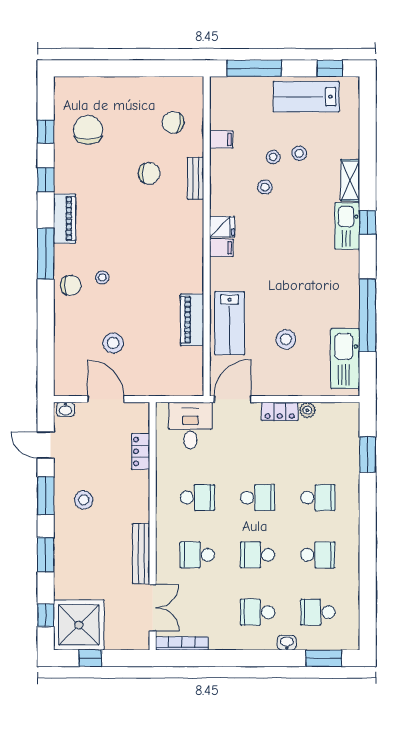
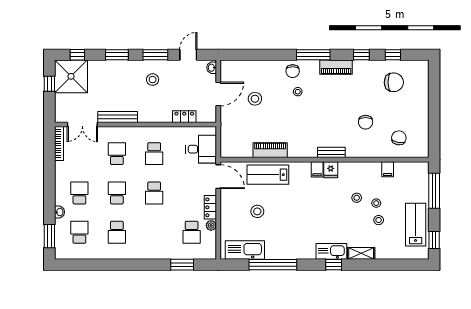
bench: (196, 178) -> (331, 152), moved
school desk: (318, 498) -> (192, 232), moved

